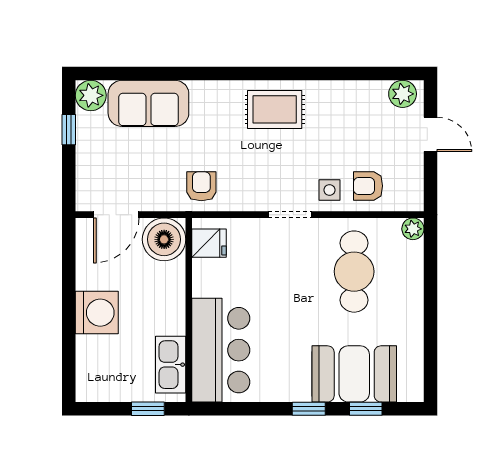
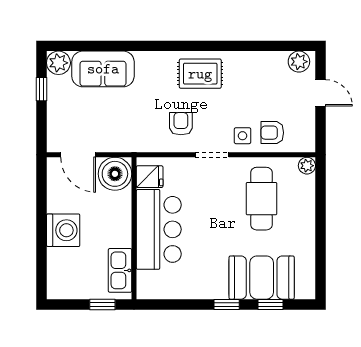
armchair: (201, 186) -> (181, 124), moved
door: (116, 215) -> (78, 155), hinge flipped
bar counter: (221, 350) -> (159, 229), moved

